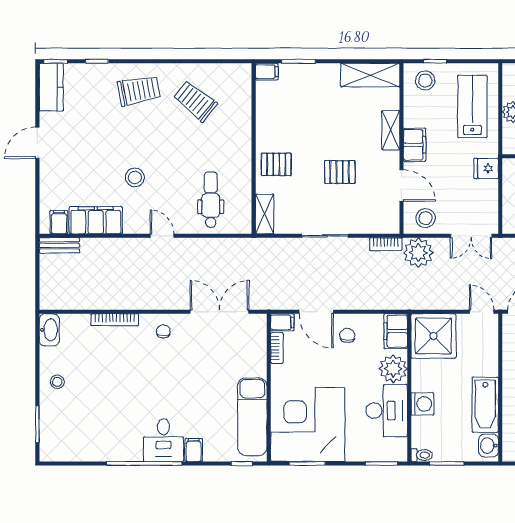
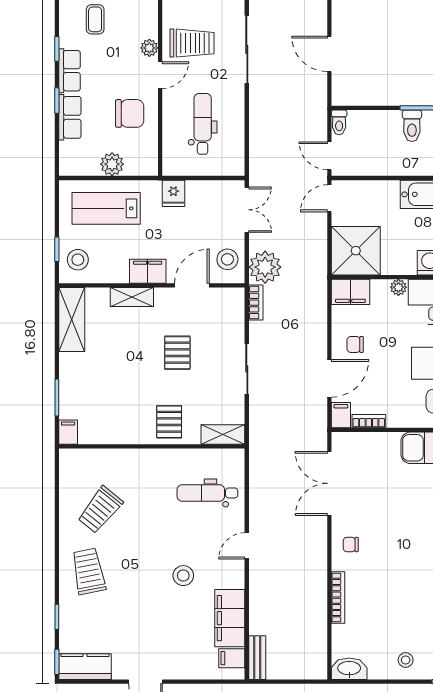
plant: (393, 369) -> (398, 287), width x0.53, depth x0.53

